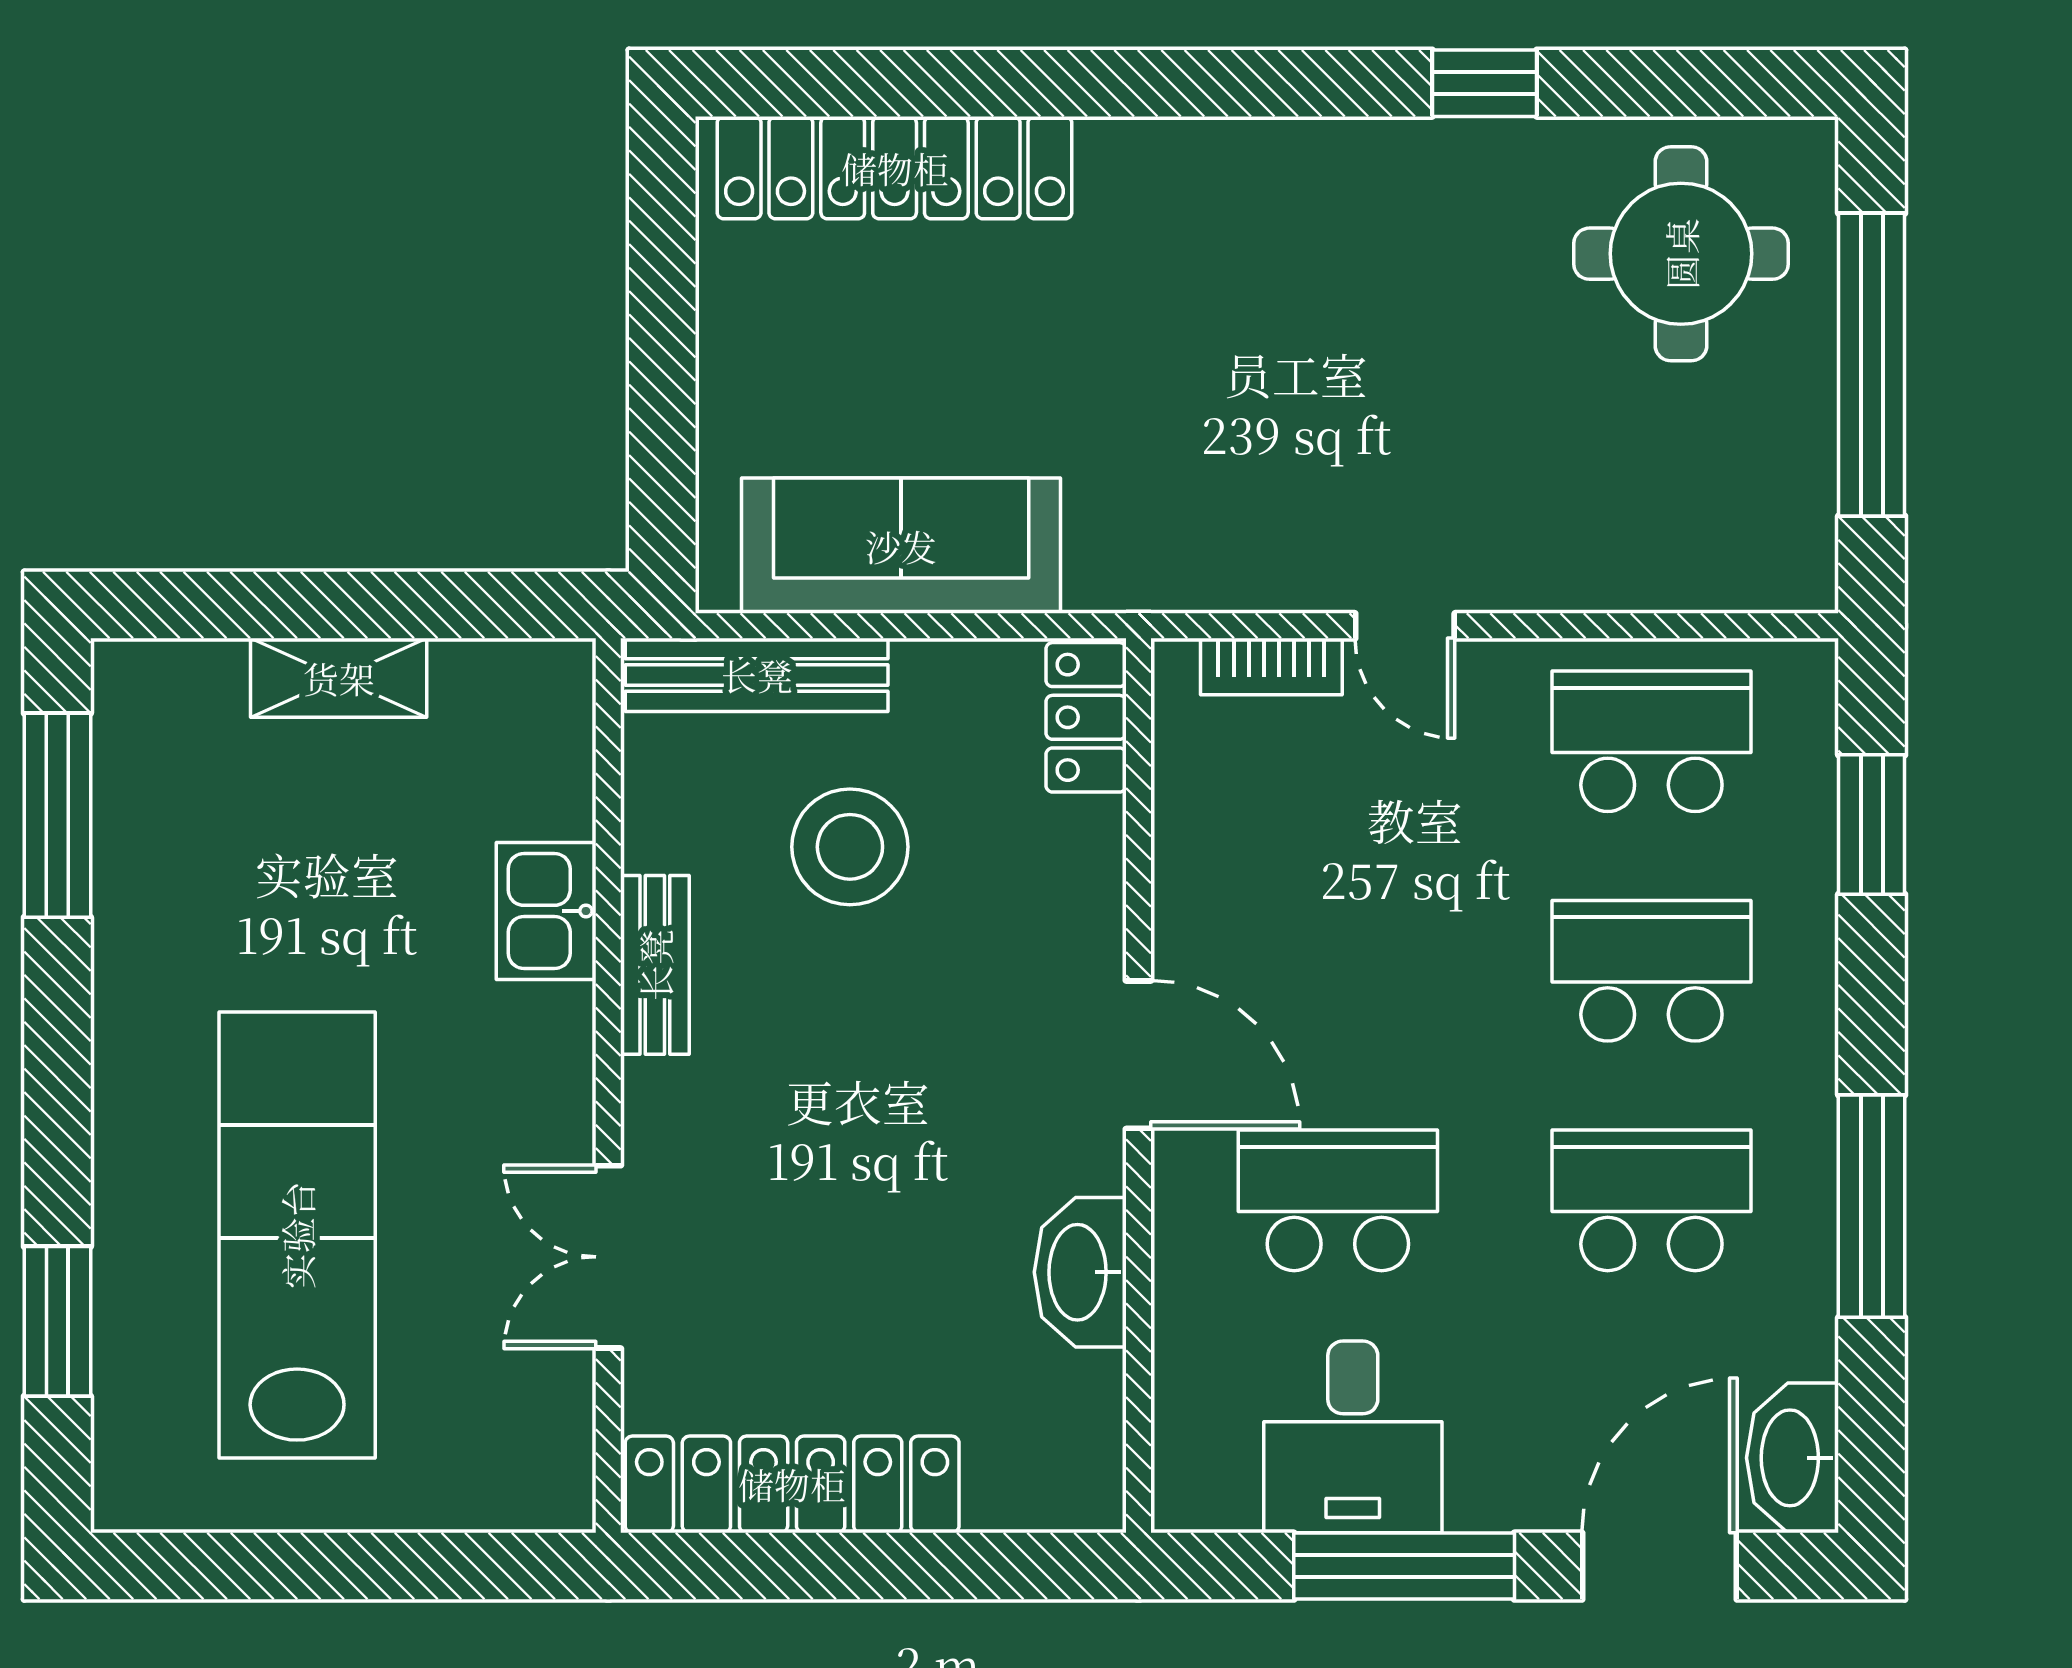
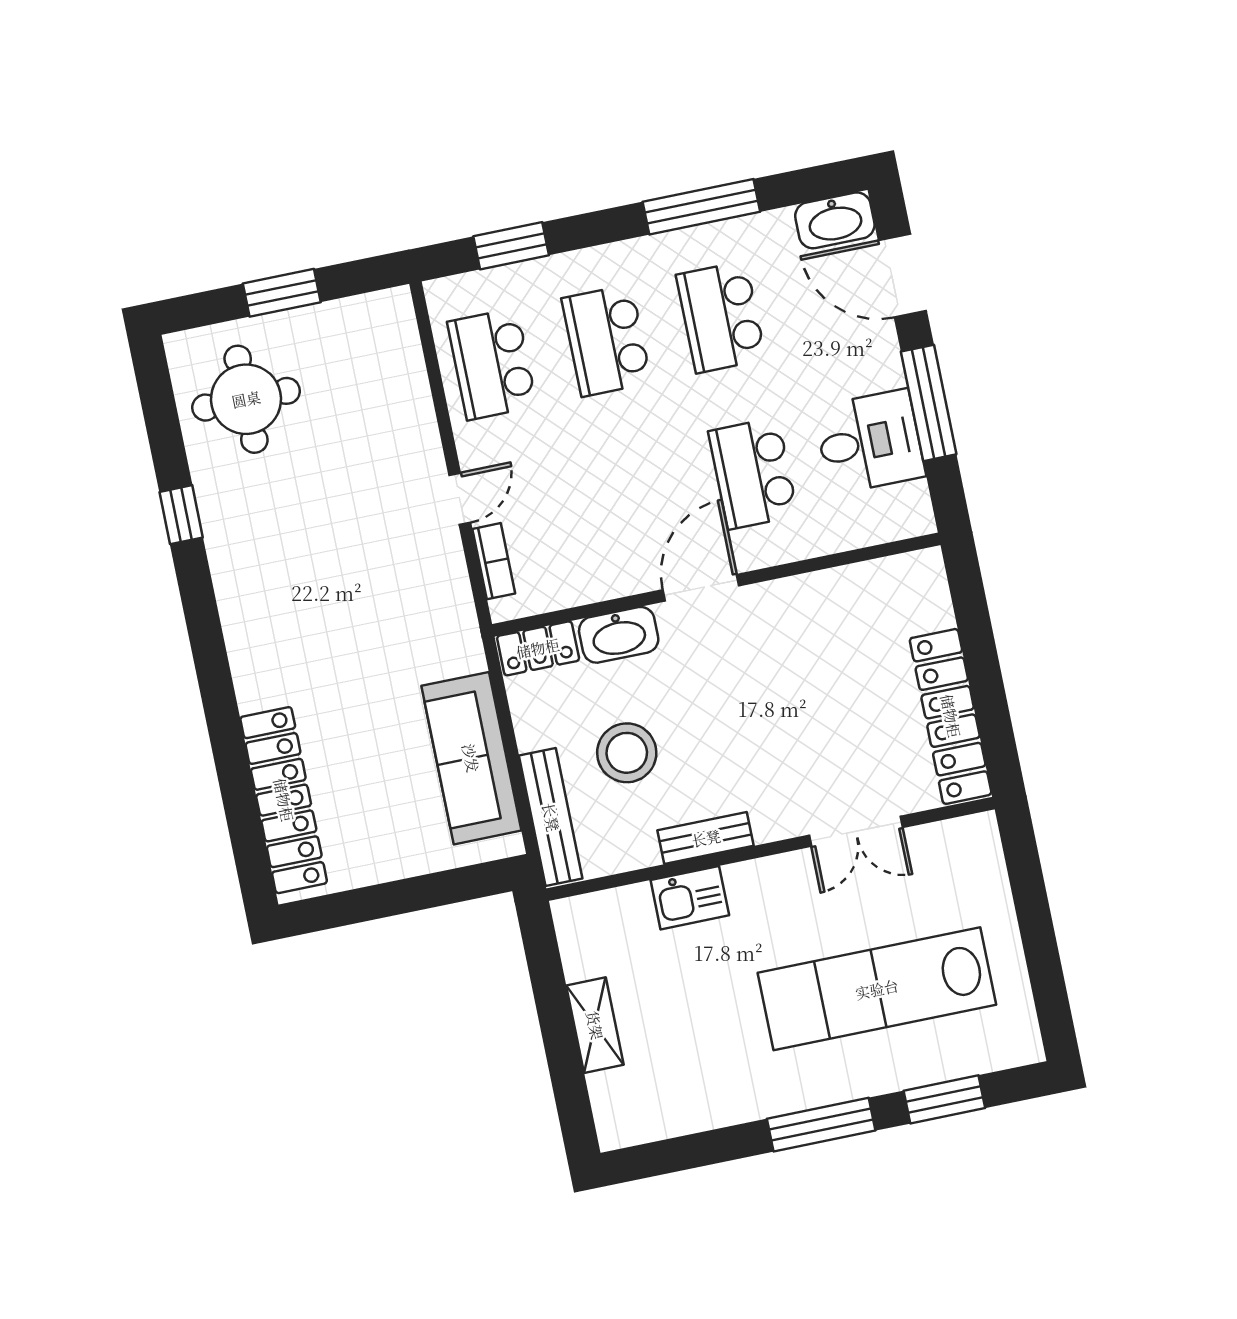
window: (1872, 365) -> (282, 293), width x0.47
window: (57, 815) -> (821, 1125), moved
washbasin: (1080, 1272) -> (619, 635), moved

